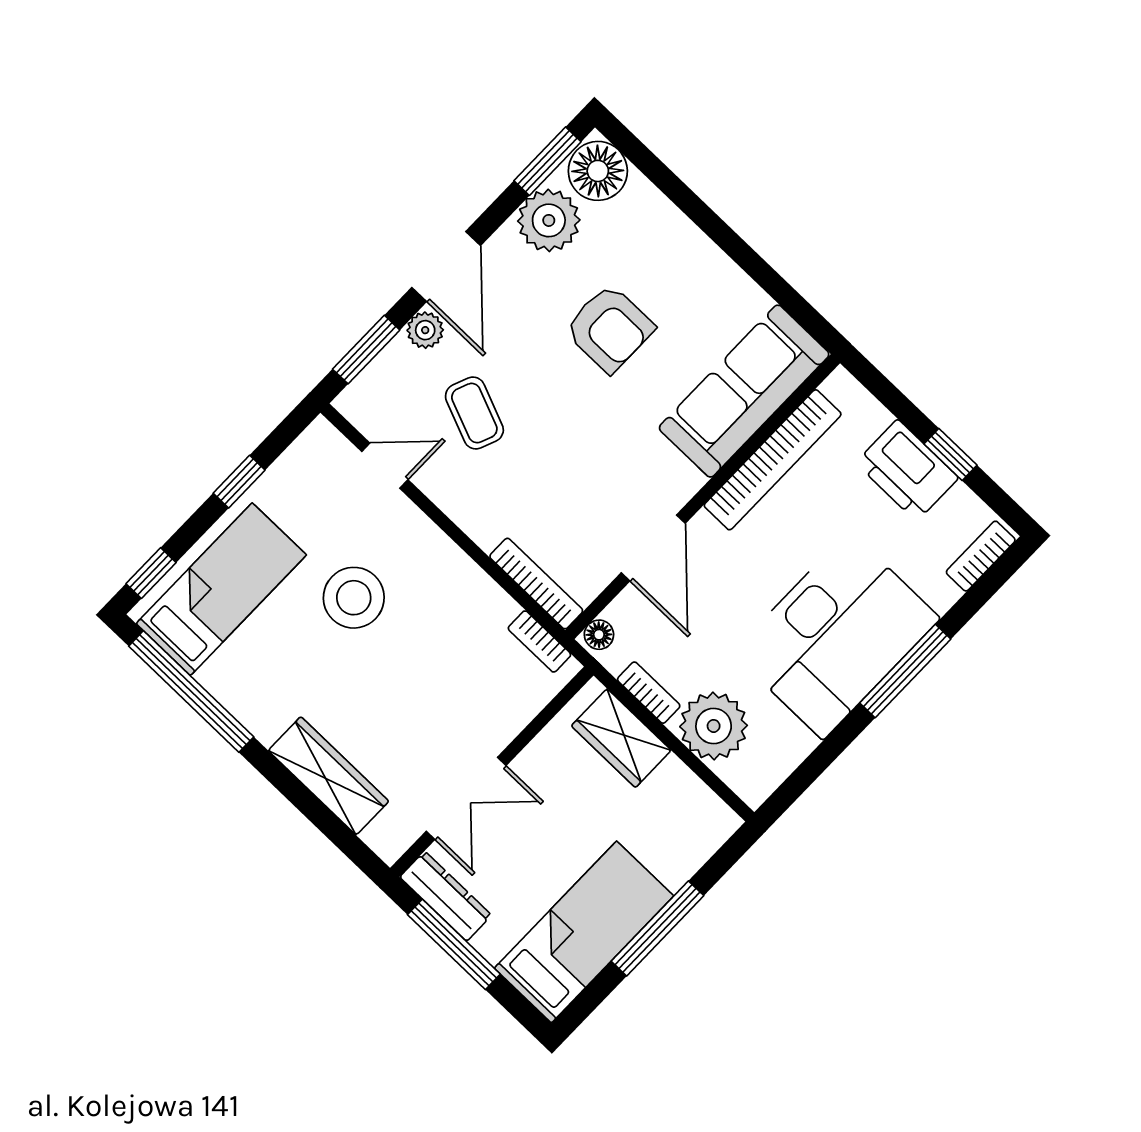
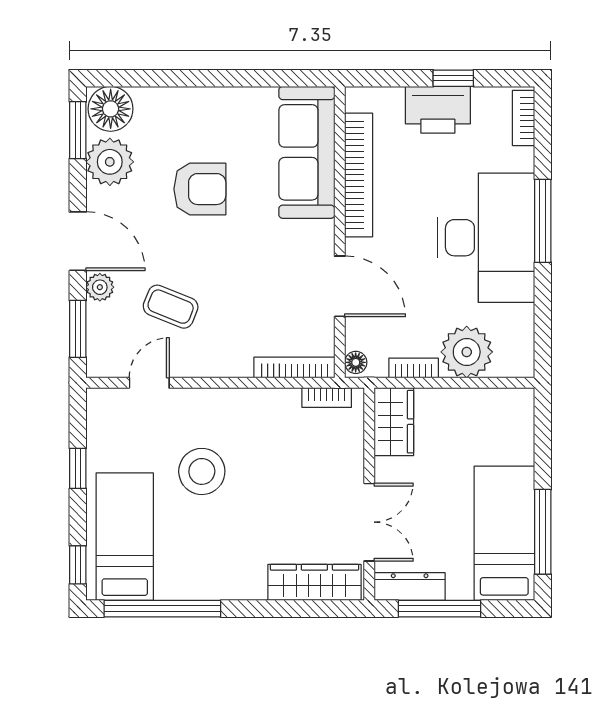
wardrobe: (621, 738) -> (394, 422), moved, turned -90
wardrobe: (328, 776) -> (314, 582), moved
window: (657, 928) -> (543, 532), moved

